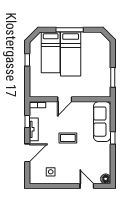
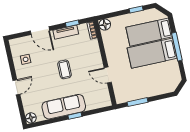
floor lamp: (35, 92) -> (105, 25), added
door: (65, 99) -> (108, 75), moved
sofa: (102, 122) -> (64, 107), moved
door: (87, 186) -> (16, 87), moved

